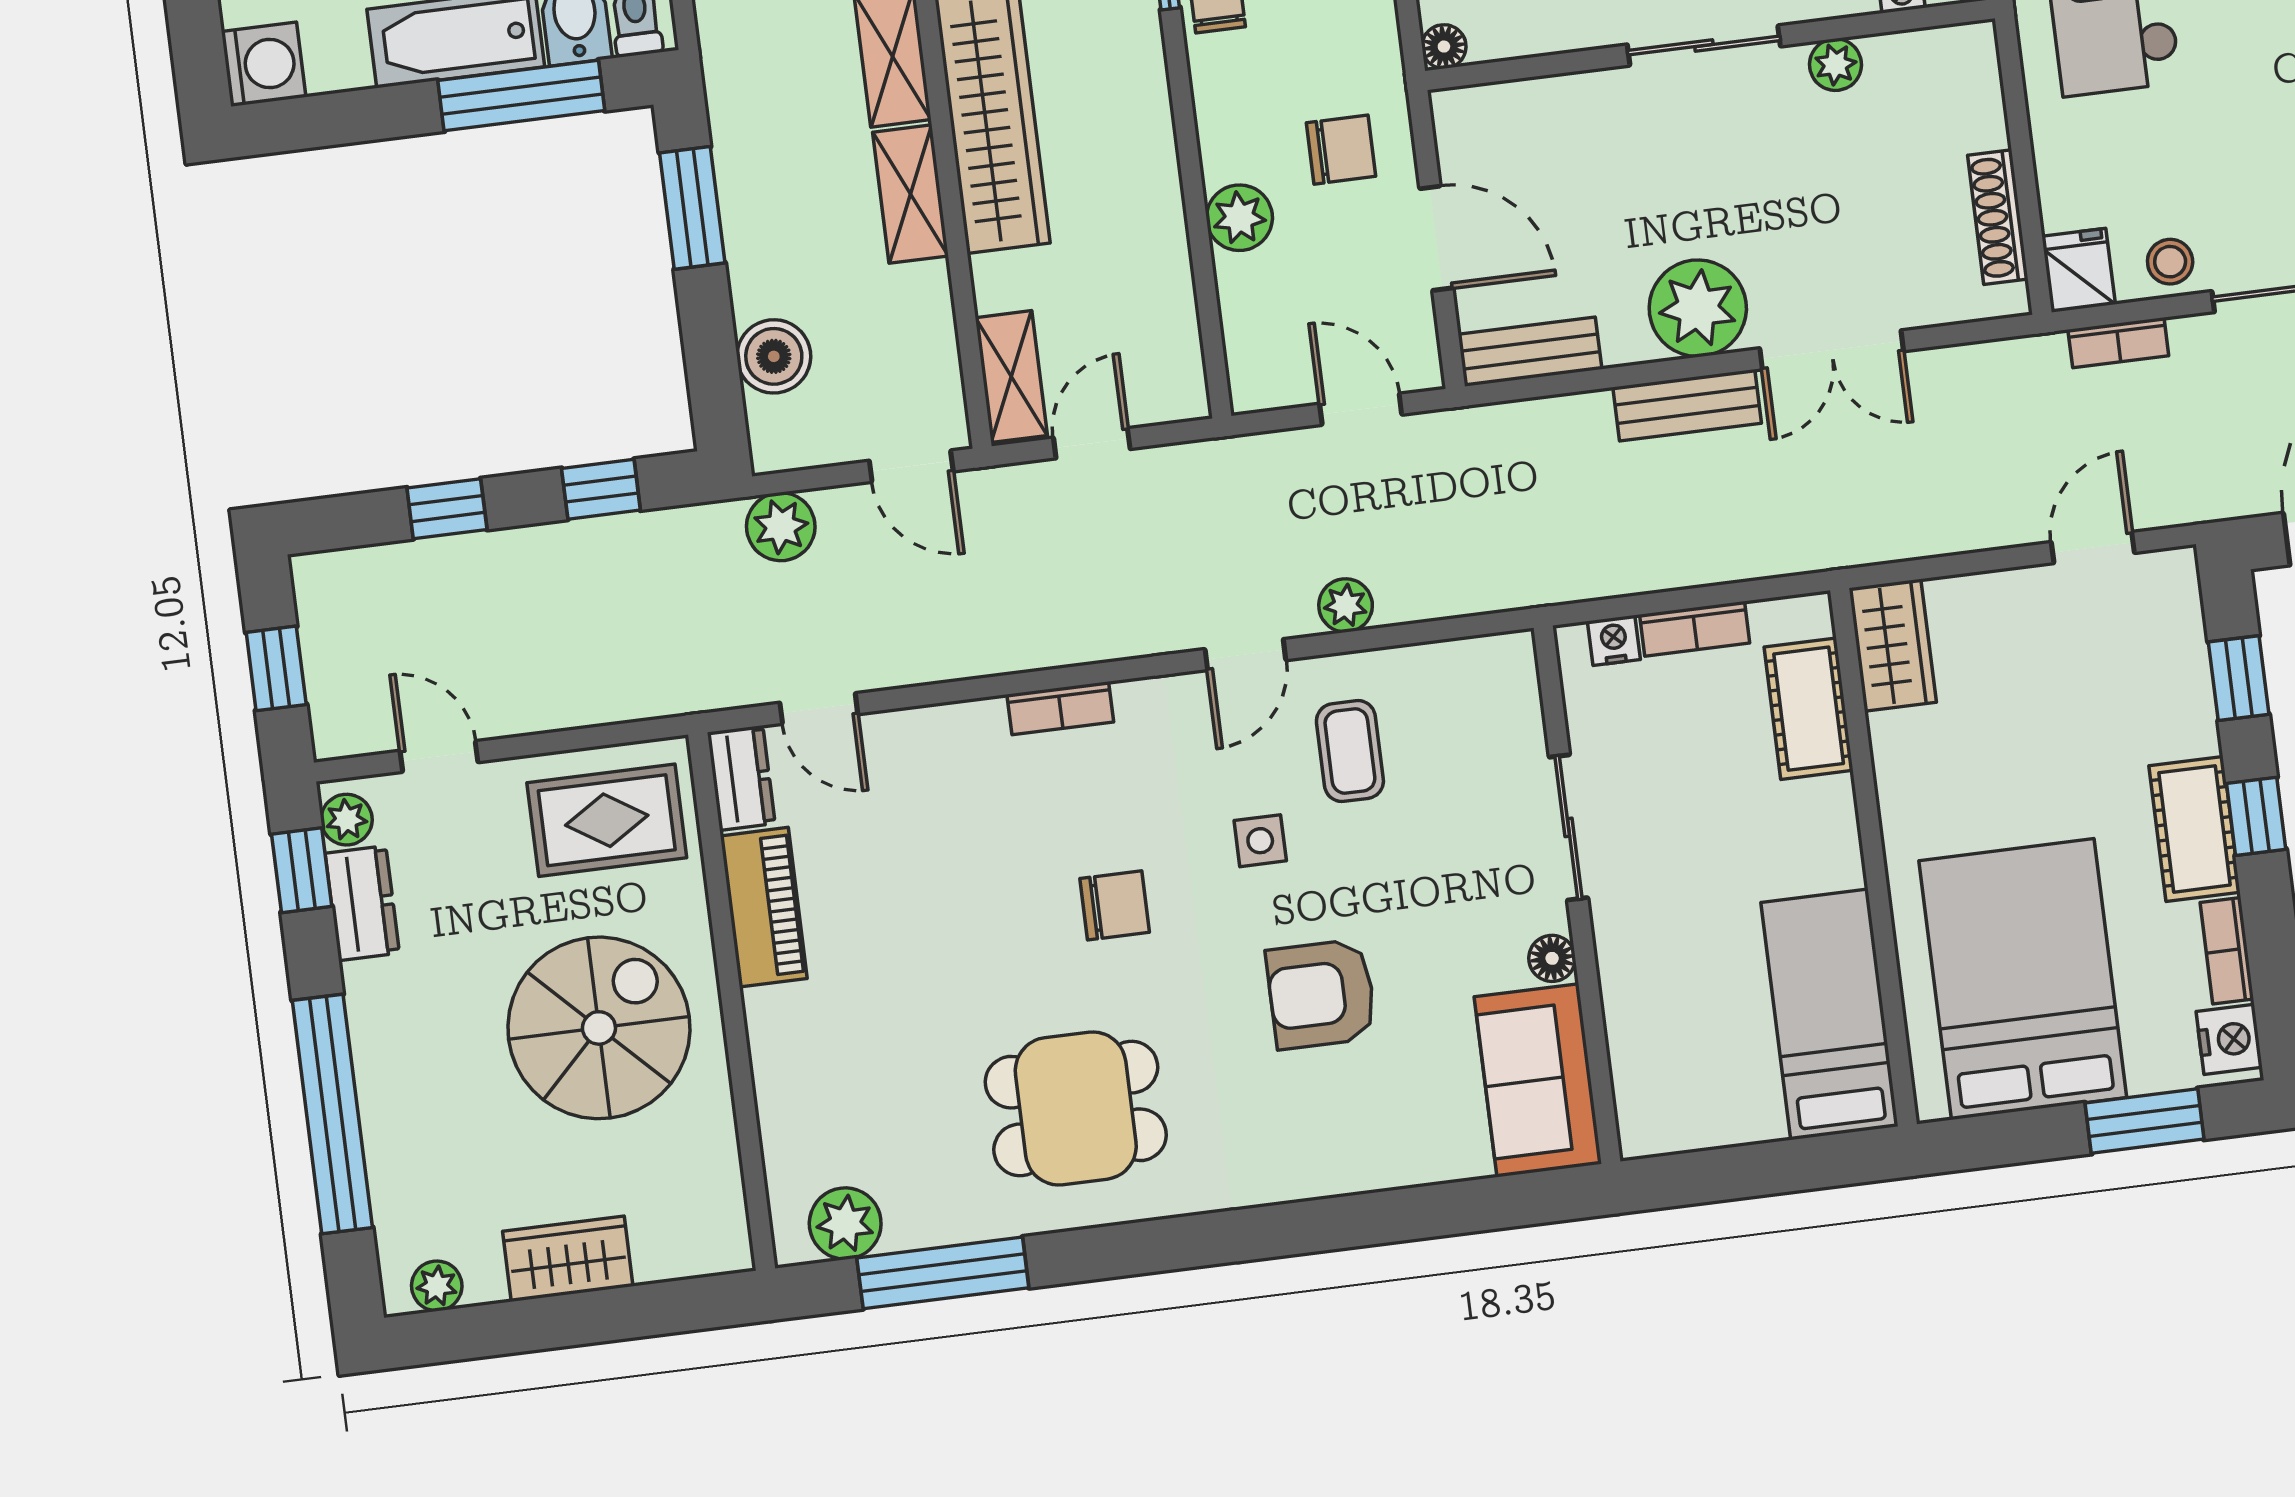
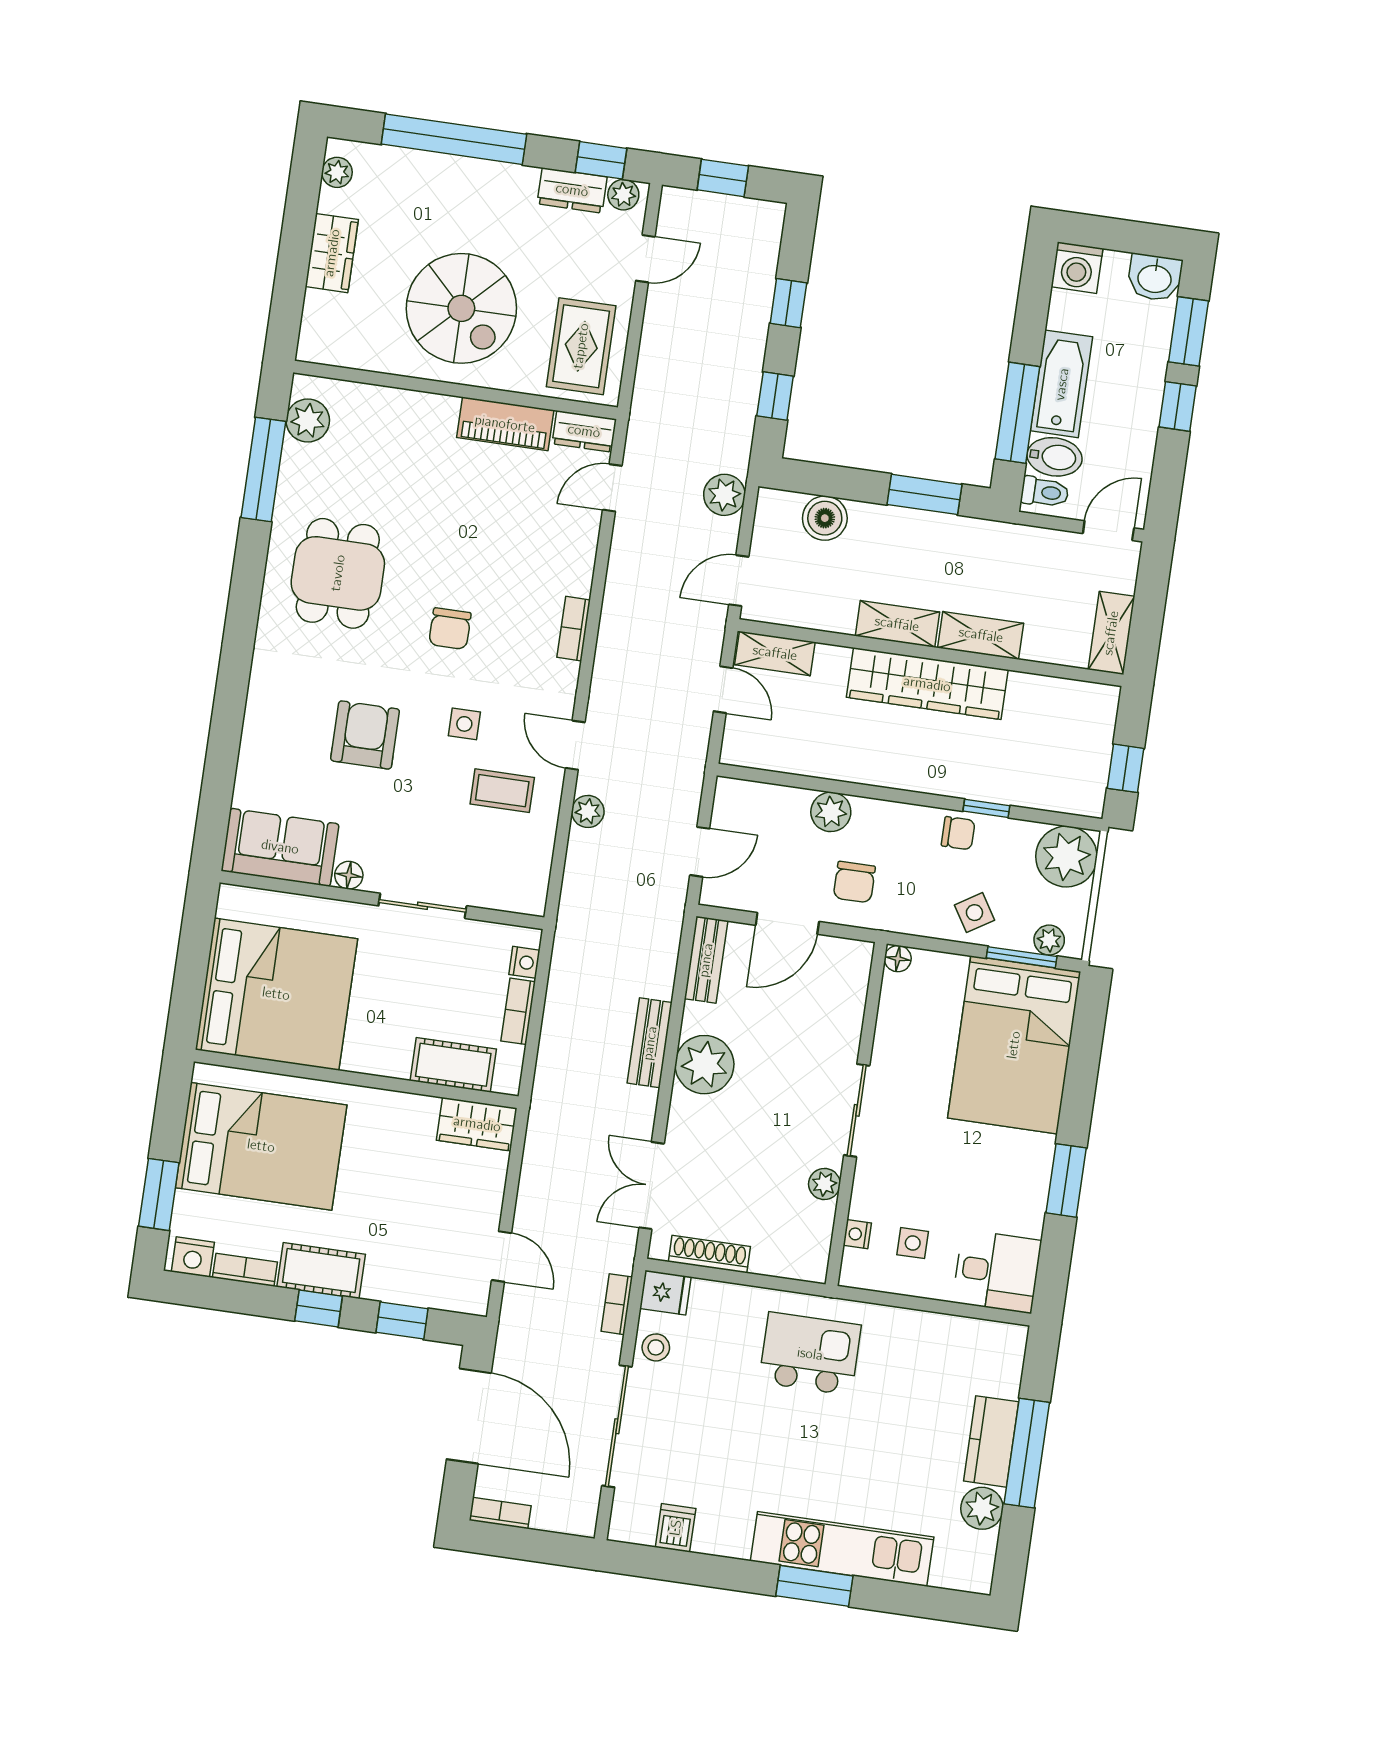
double door: (1832, 350) -> (652, 1186), moved
bed: (1829, 1014) -> (276, 994), width x2.04

